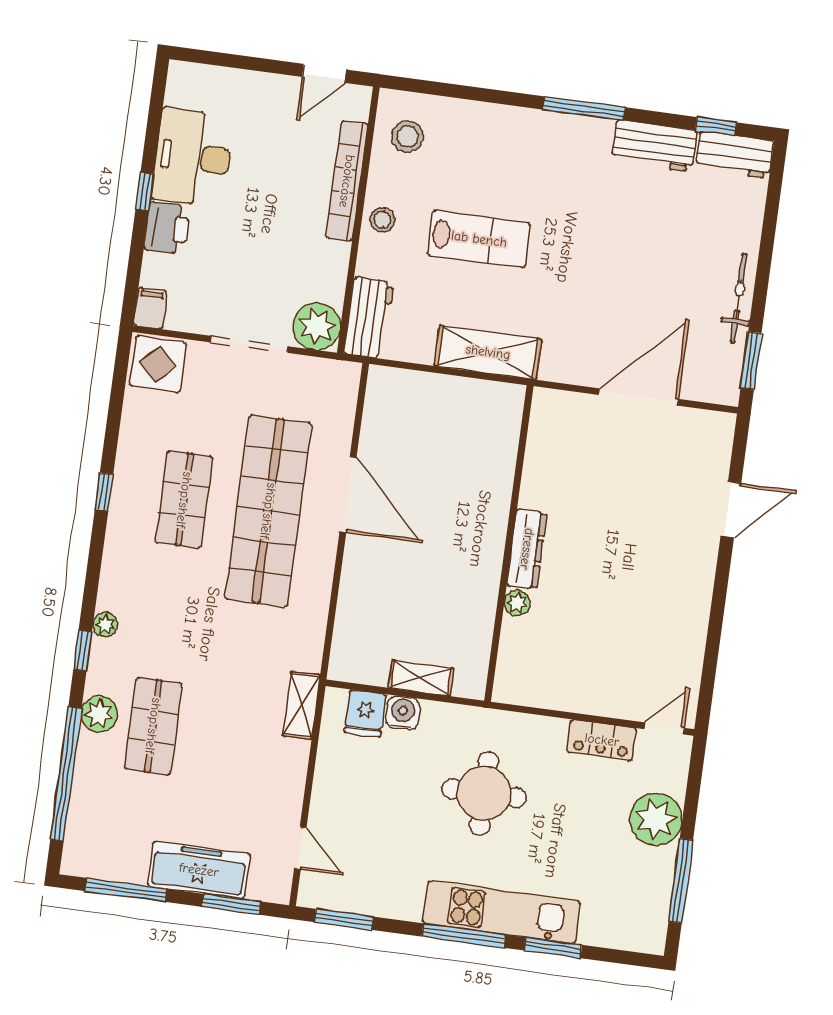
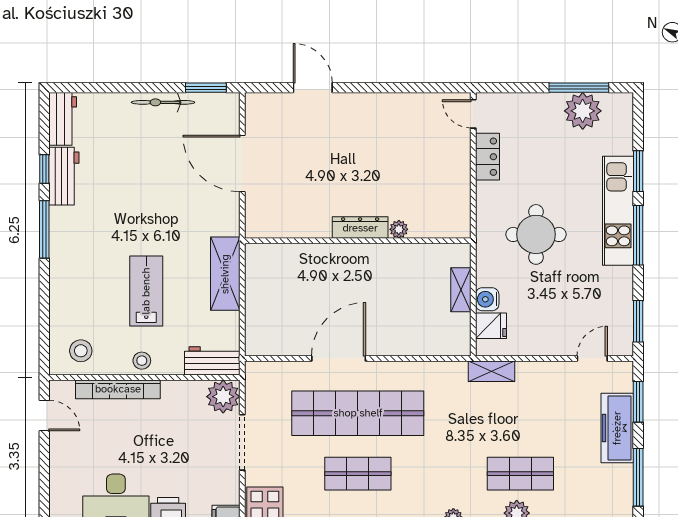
window: (716, 126) -> (44, 169), moved
plant: (656, 819) -> (583, 111), moved

